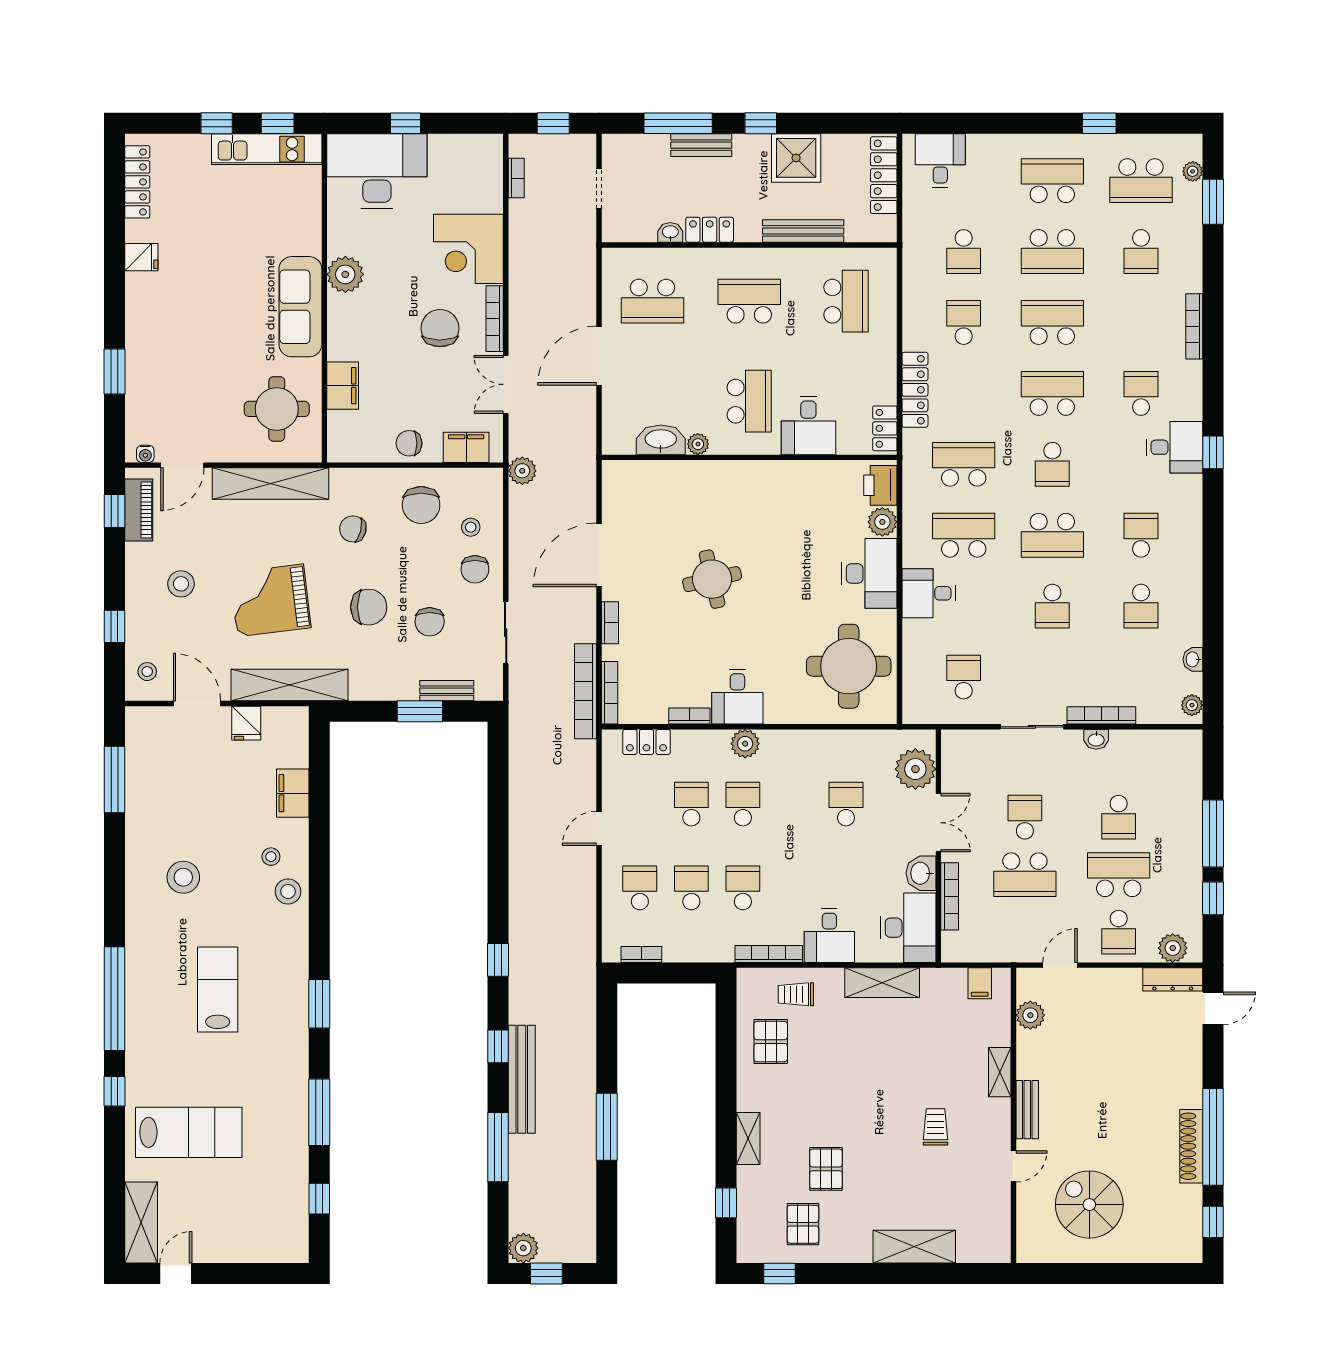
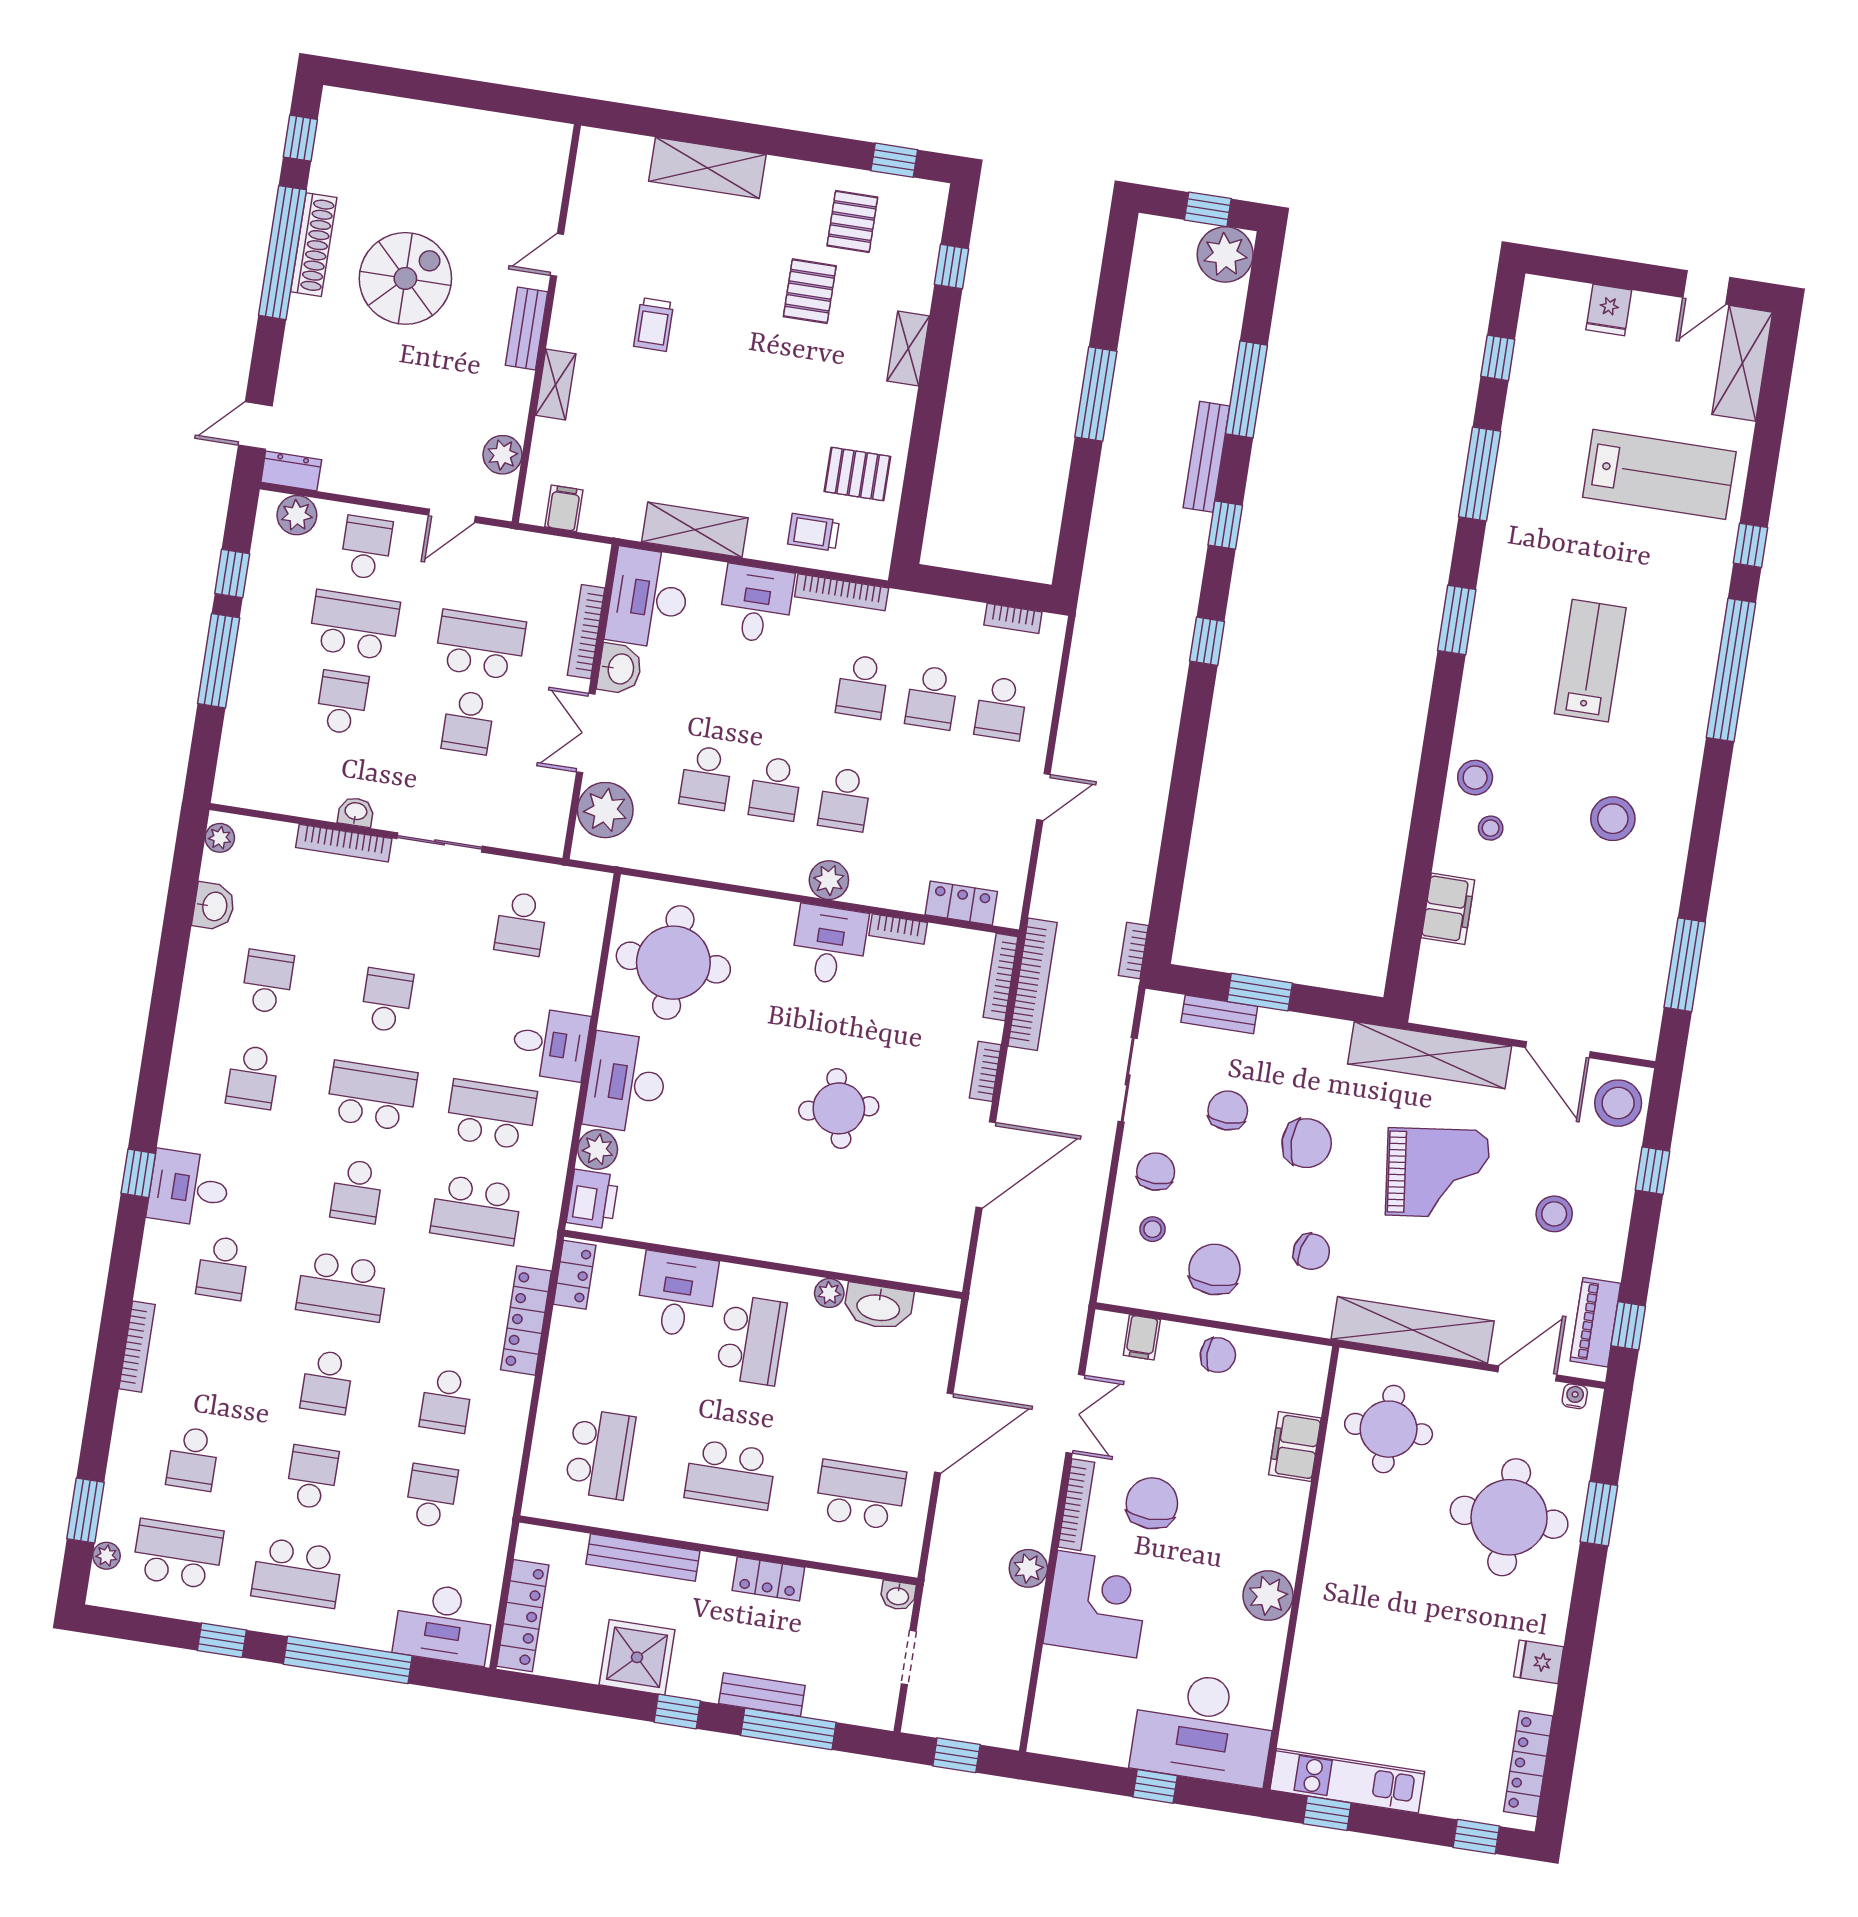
window: (217, 123) -> (1476, 1837), moved
window: (1006, 123) -> (348, 1660), added
desk: (940, 160) -> (444, 1624), width x1.37
bookcase: (516, 178) -> (1133, 950), moved
washbasin: (670, 232) -> (898, 1596), moved
school desk: (1052, 252) -> (312, 1477), width x0.54
school desk: (1141, 252) -> (193, 1459), turned 180
school desk: (846, 301) -> (600, 1454), turned 180
sofa: (300, 307) -> (1335, 1562), removed
school desk: (1052, 322) -> (327, 1382), width x0.54
chair: (440, 328) -> (1152, 1503), turned 180
round table: (179, 359) -> (1509, 1517), added
school desk: (749, 401) -> (751, 1340), turned 180
filing cabinet: (466, 447) -> (1142, 1337), width x0.50
school desk: (1052, 464) -> (357, 1191), turned 180
plant: (522, 471) -> (1028, 1568), moved
school desk: (964, 535) -> (491, 1114), turned 180
chair: (369, 607) -> (1307, 1143), turned 180
washbasin: (1193, 659) -> (214, 906), width x1.38, depth x1.45
stool: (147, 672) -> (1618, 1103), width x1.89, depth x1.89
fridge: (246, 723) -> (1609, 310), moved, turned 180
school desk: (691, 804) -> (775, 788), moved
school desk: (1119, 875) -> (354, 625), turned 180
dresser: (1173, 979) -> (291, 471), width x0.70
lab bench: (218, 989) -> (1590, 661), turned 180
trolley: (796, 994) -> (813, 532), turned 180
pallet: (771, 1042) -> (857, 474), turned 90
bench: (522, 1079) -> (1206, 457), width x0.73, depth x0.82
lab bench: (189, 1132) -> (1659, 474), turned 180
spiral stairs: (1089, 1205) -> (405, 278), moved, turned -90
plant: (523, 1248) -> (1225, 254), width x1.36, depth x1.36

